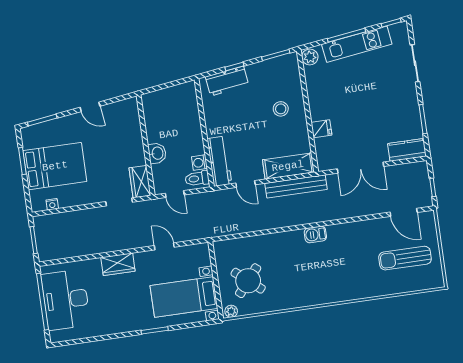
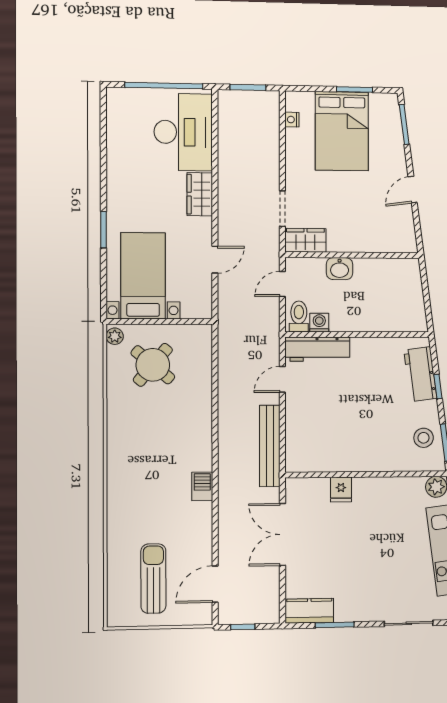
stool: (281, 109) -> (424, 438), moved
kitchen counter: (407, 150) -> (309, 611), moved, turned -90
shelving: (288, 166) -> (298, 439), removed
barbecue: (315, 234) -> (202, 486), moved
desk: (66, 300) -> (183, 132), moved, turned 90

